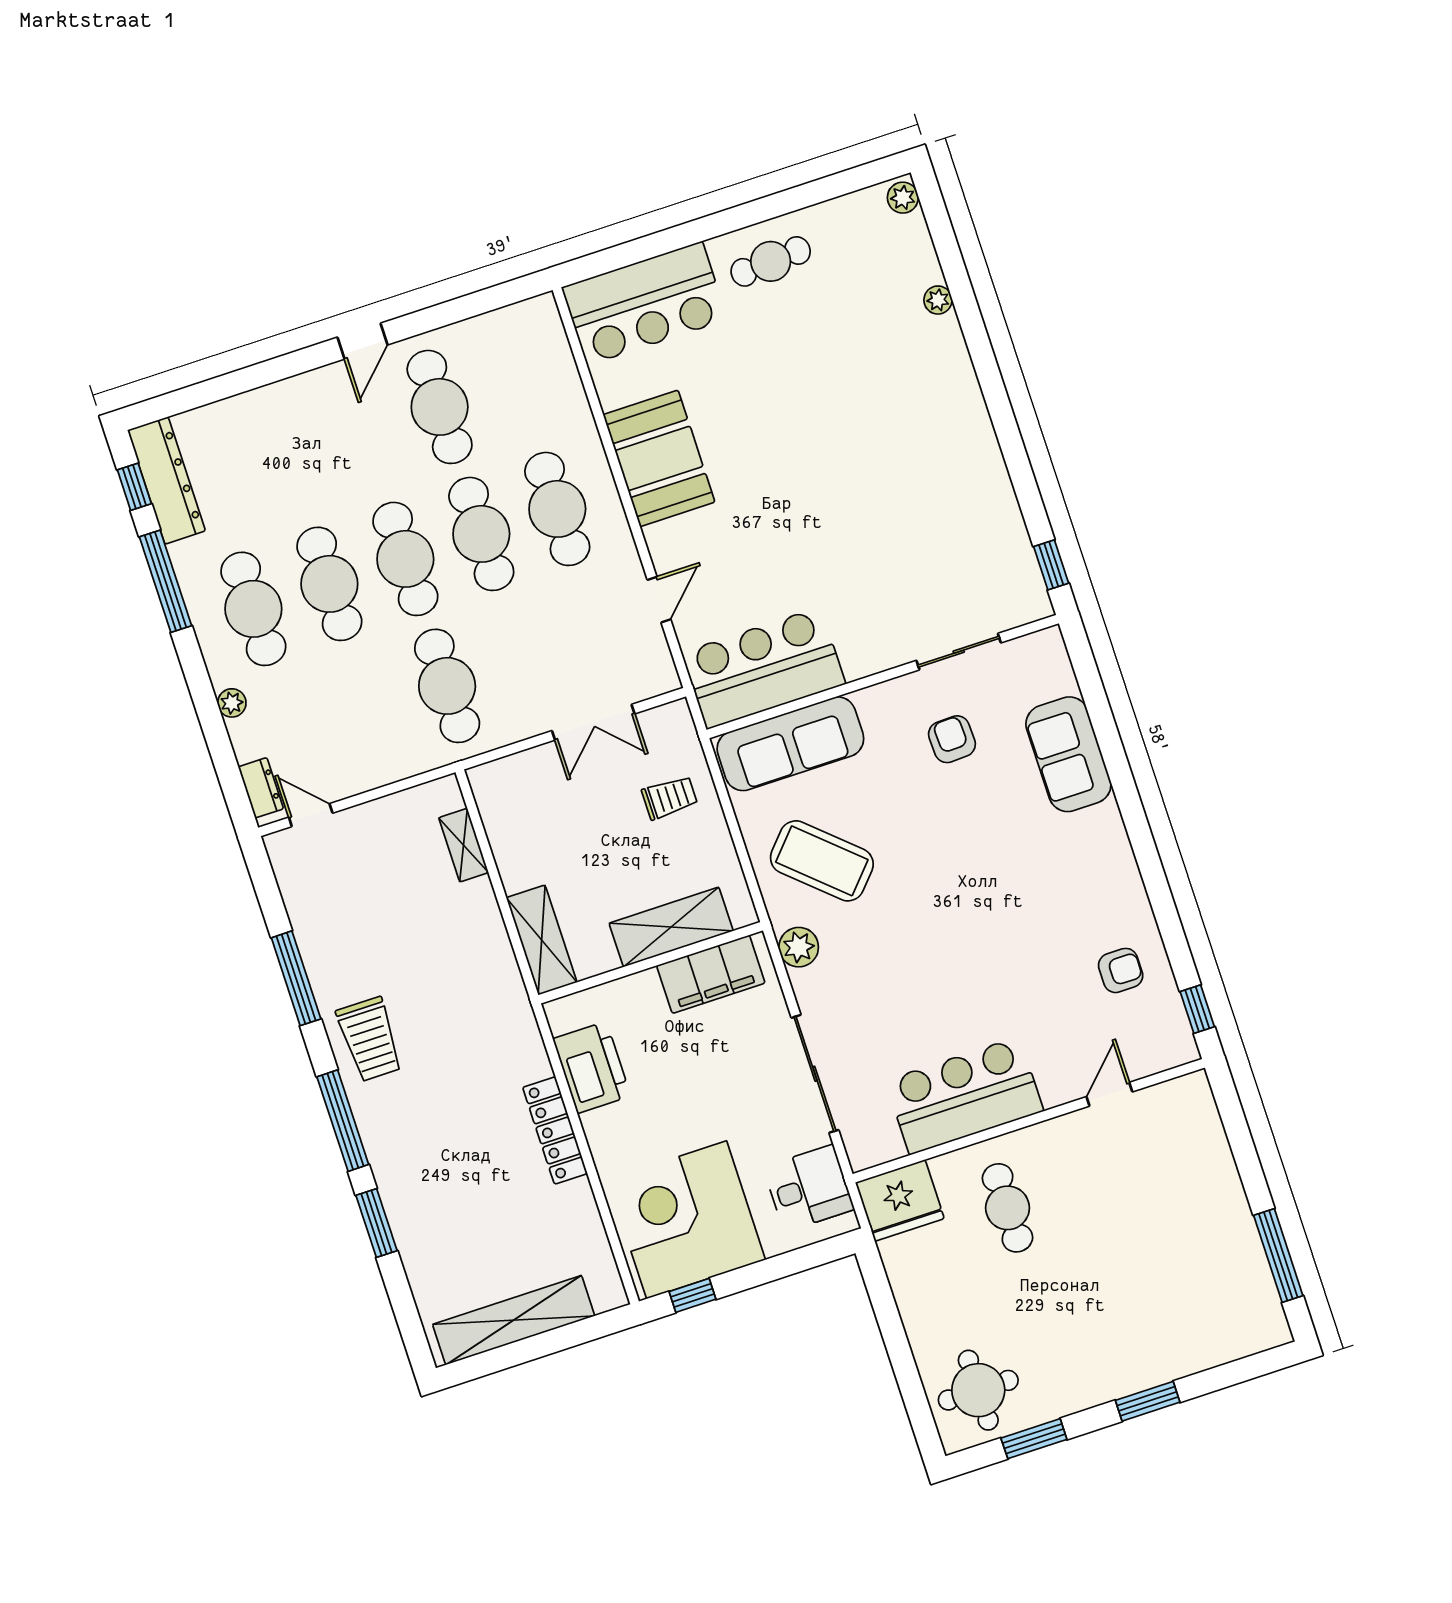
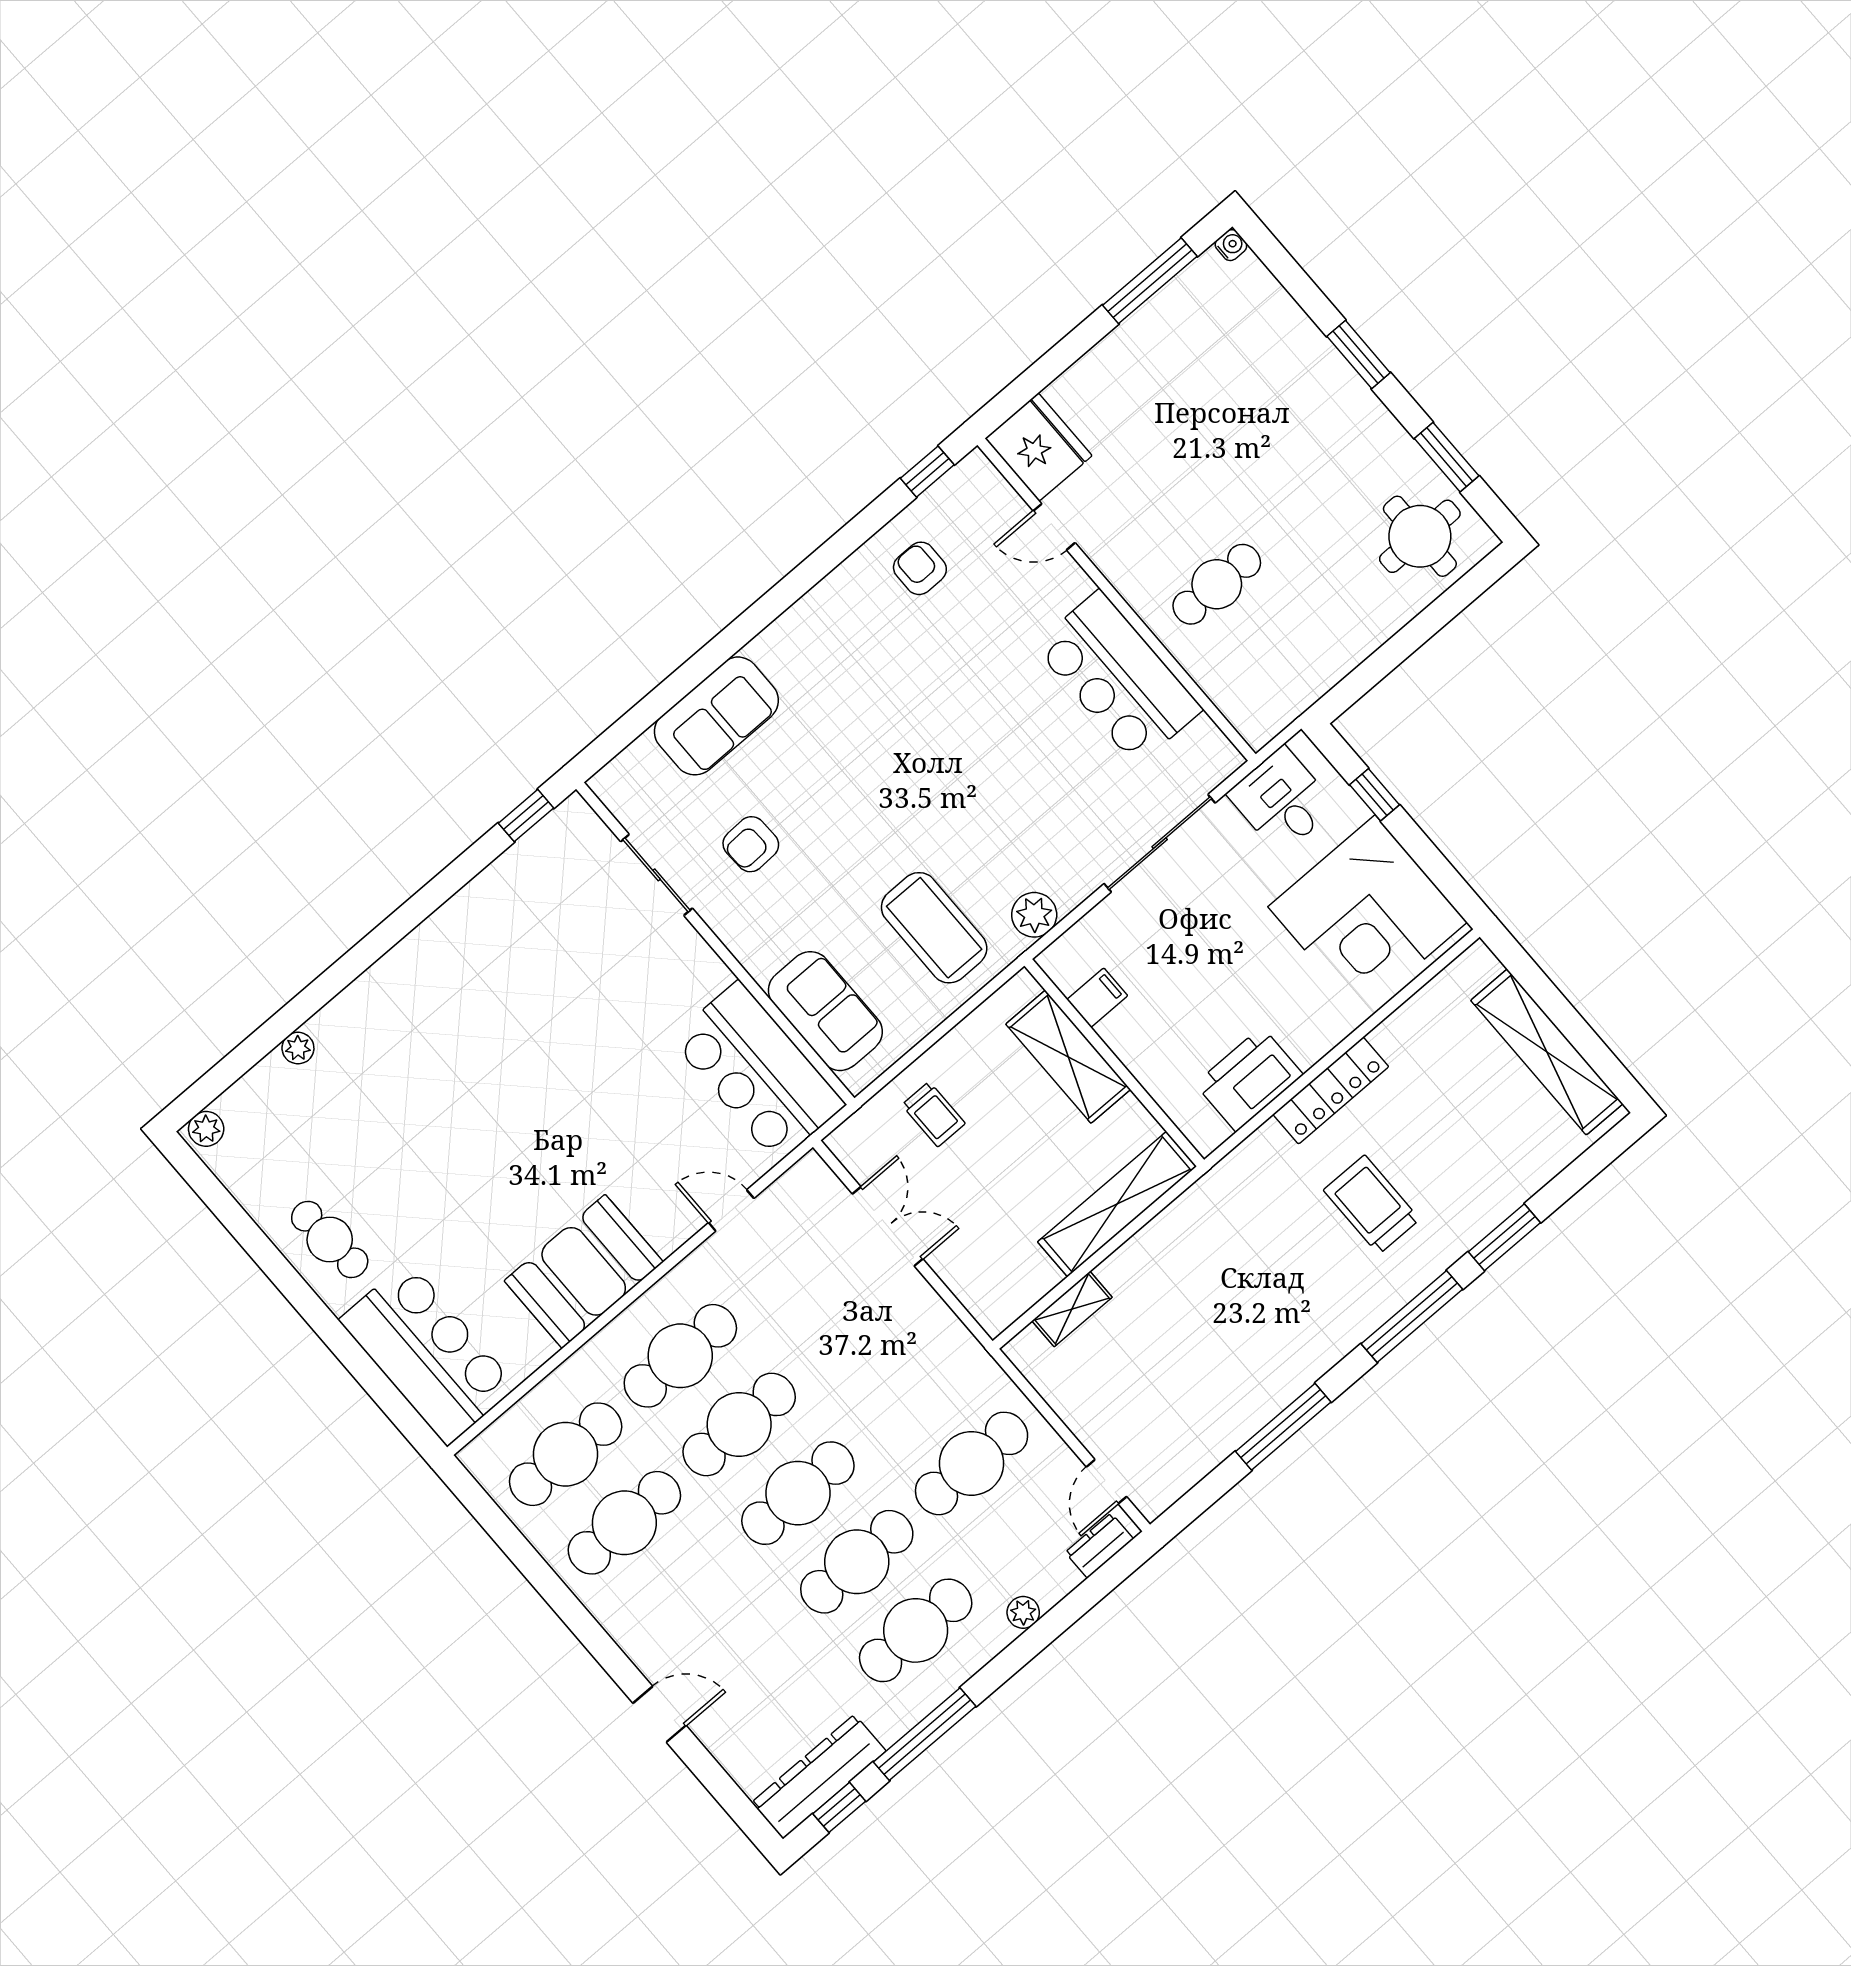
door: (363, 341) -> (659, 1714), moved
cafe table: (516, 382) -> (566, 1454), added
cafe table: (447, 686) -> (972, 1463), moved
sofa: (790, 744) -> (825, 1011), width x0.73
trolley: (670, 797) -> (933, 1114), turned 180
coffee table: (822, 861) -> (934, 928), turned -42
shelving: (542, 940) -> (1117, 1204), width x1.47
filing cabinet: (711, 974) -> (1097, 998), width x0.33, depth x0.86
trolley: (370, 1039) -> (1372, 1205), moved, turned -90
fridge: (900, 1200) -> (1039, 447), moved
window: (693, 1295) -> (1374, 795), moved
water cooler: (1280, 1334) -> (1231, 245), added

